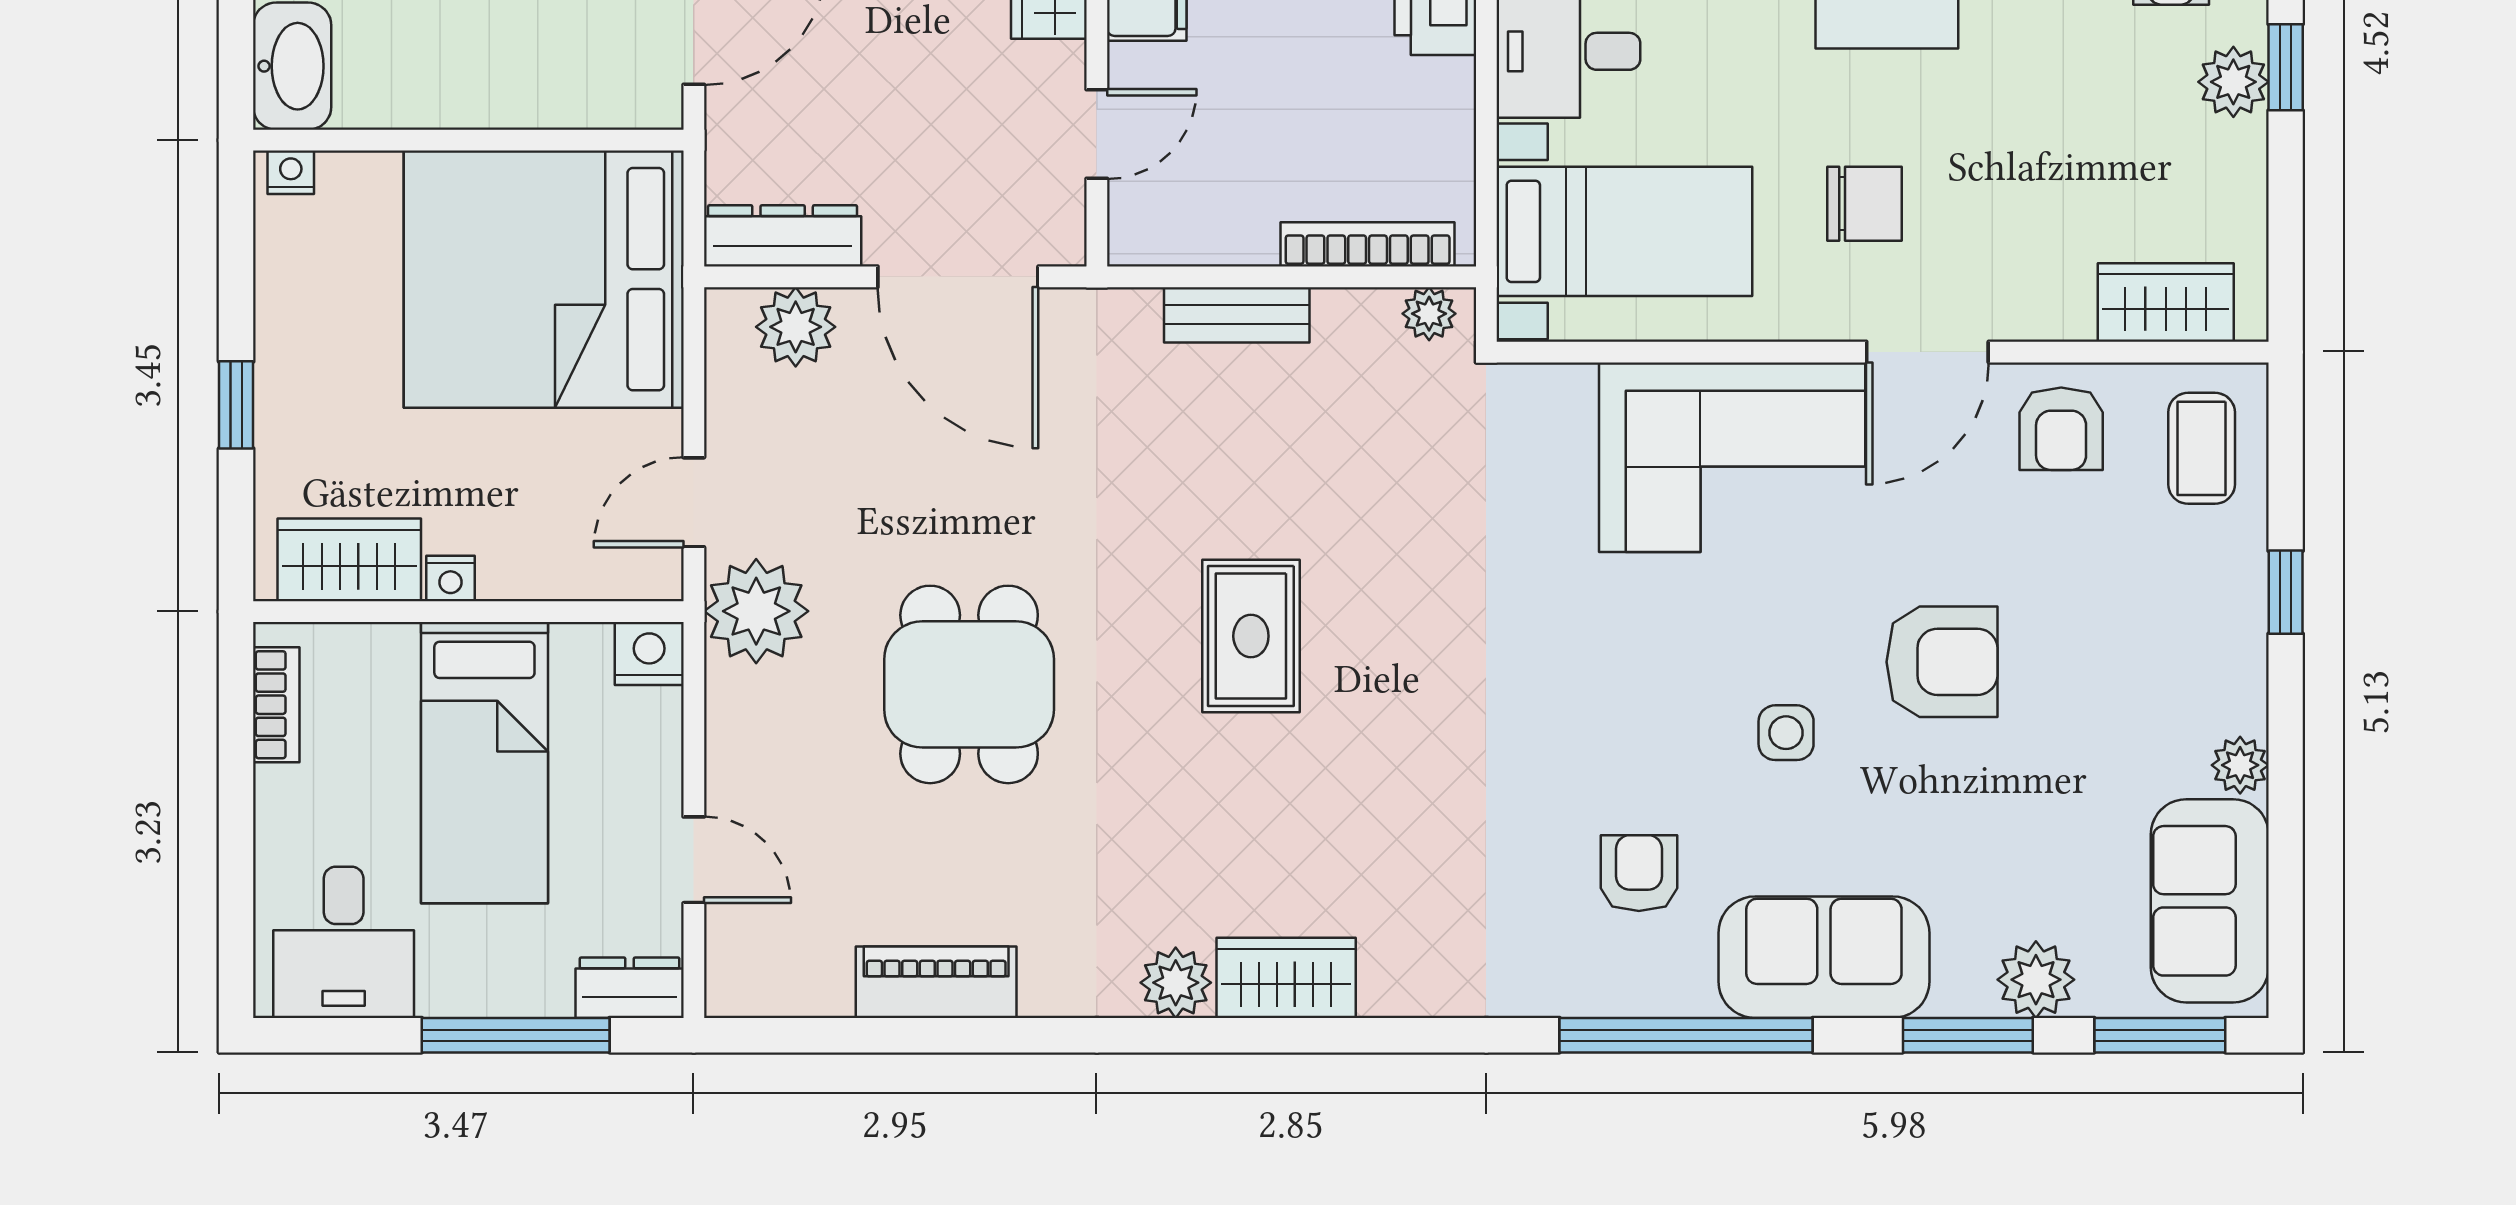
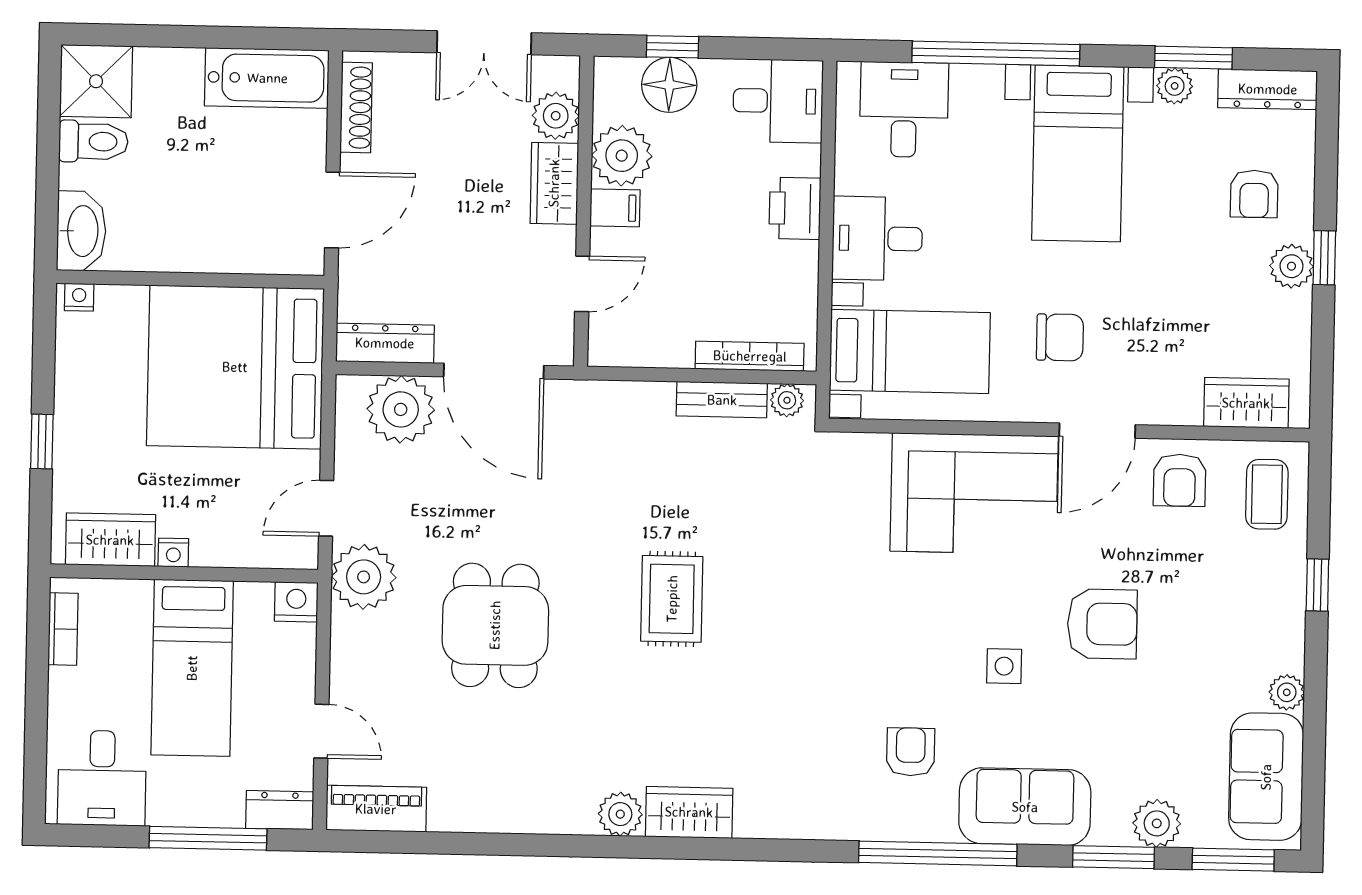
bench: (1237, 315) -> (722, 400), moved
plant: (796, 327) -> (401, 409), width x1.36, depth x1.36
piano: (936, 982) -> (376, 809), moved

